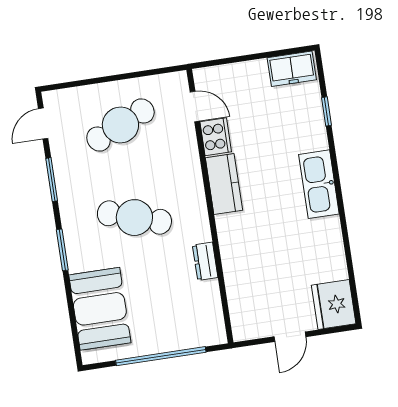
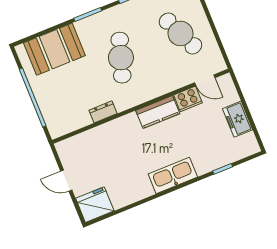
freezer: (292, 69) -> (238, 119), moved
door: (195, 107) -> (205, 80), hinge flipped

